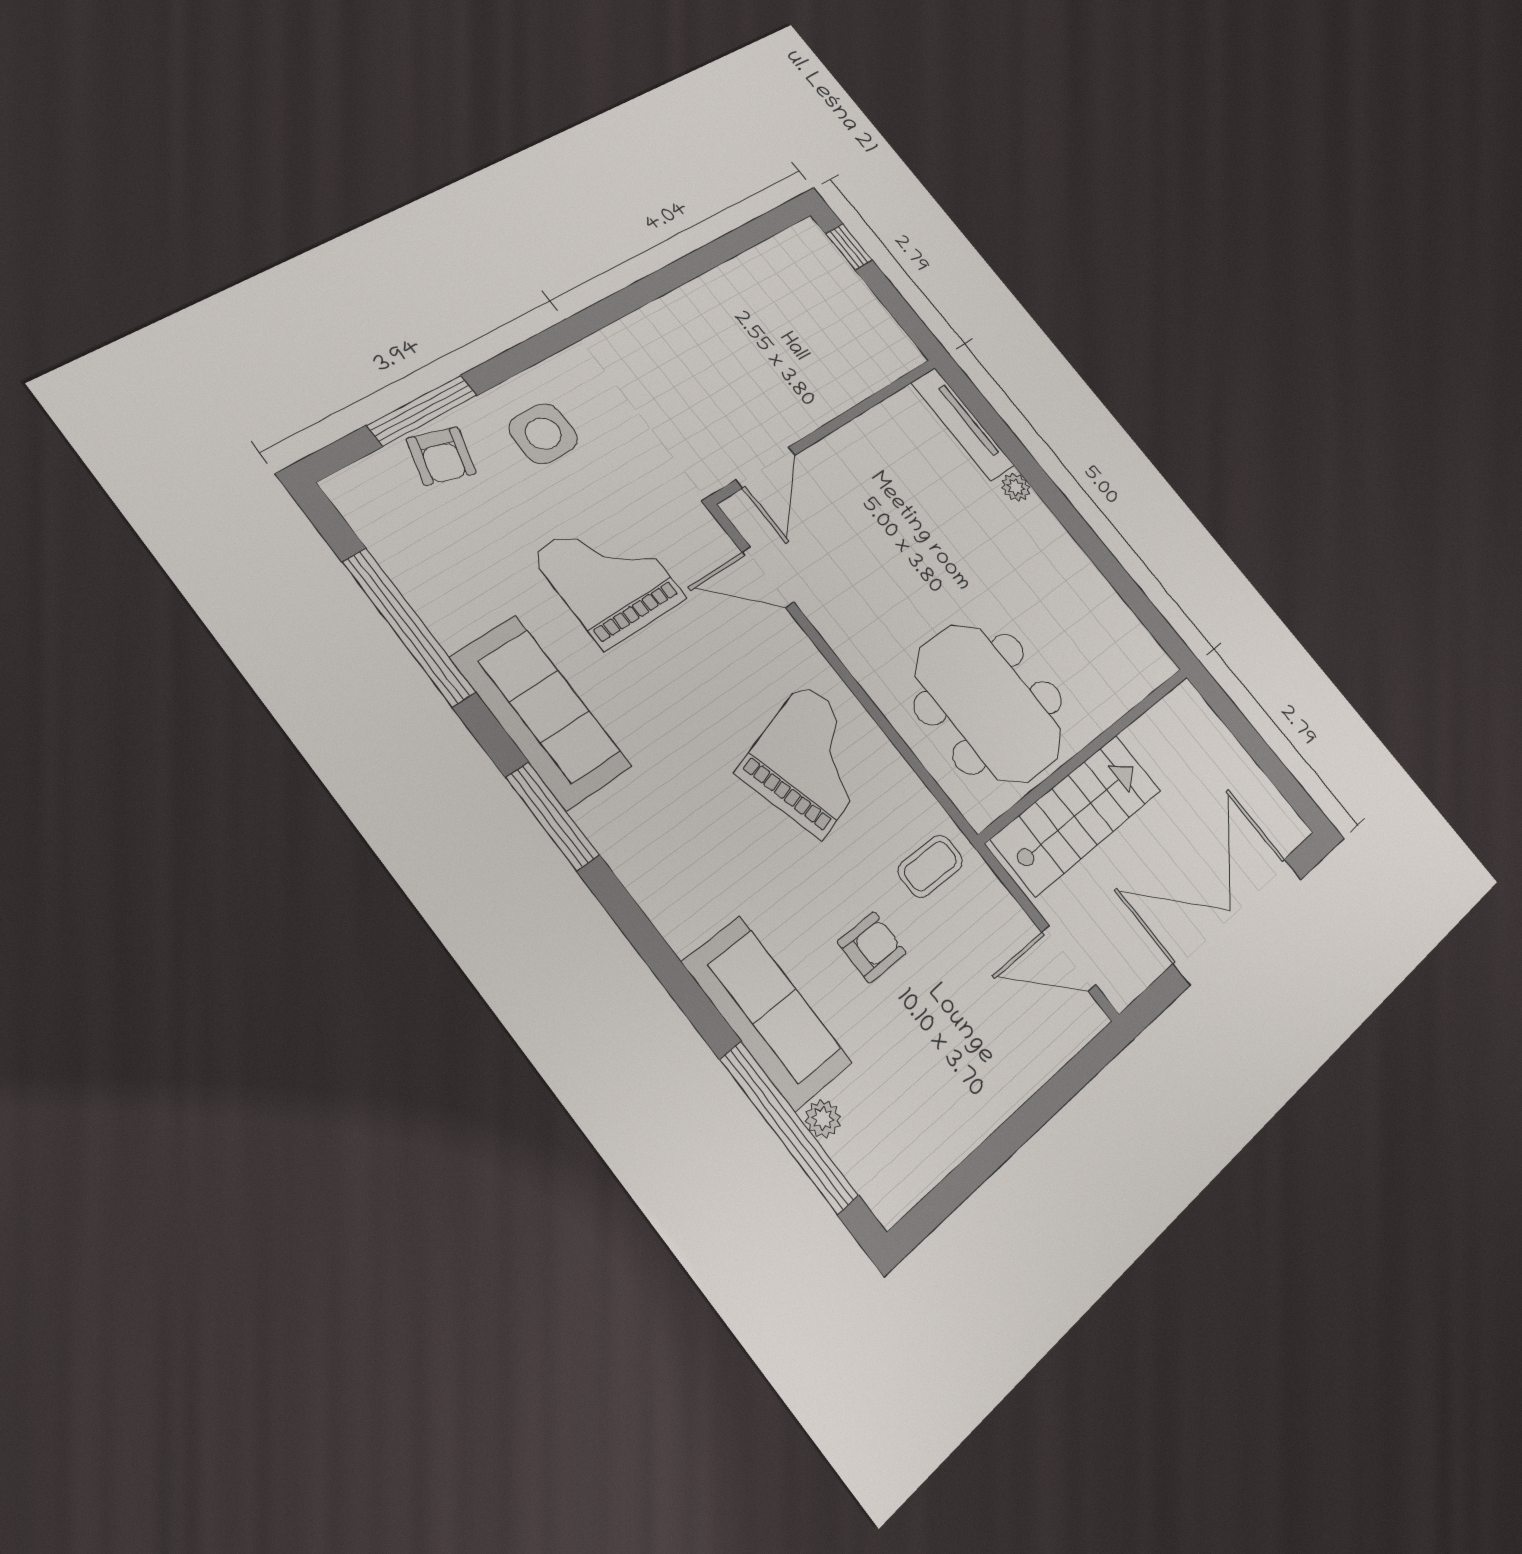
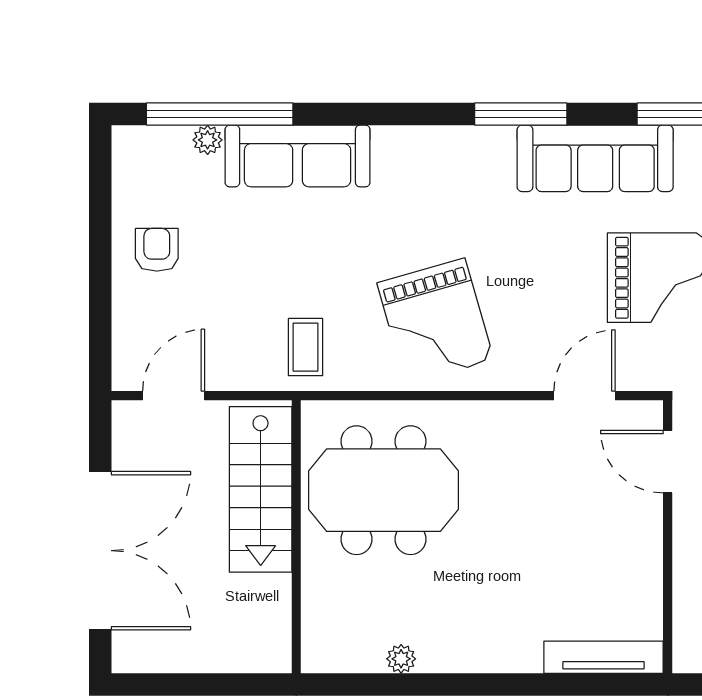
plant: (1016, 487) -> (401, 659), moved
armchair: (872, 947) -> (157, 250), moved, turned 180

